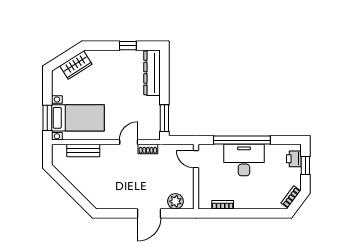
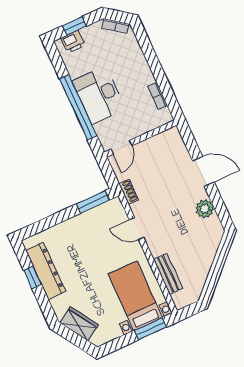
dresser: (152, 73) -> (46, 271), moved, turned -90
shoe rack: (148, 149) -> (129, 192), moved
plant: (175, 201) -> (205, 209), moved

